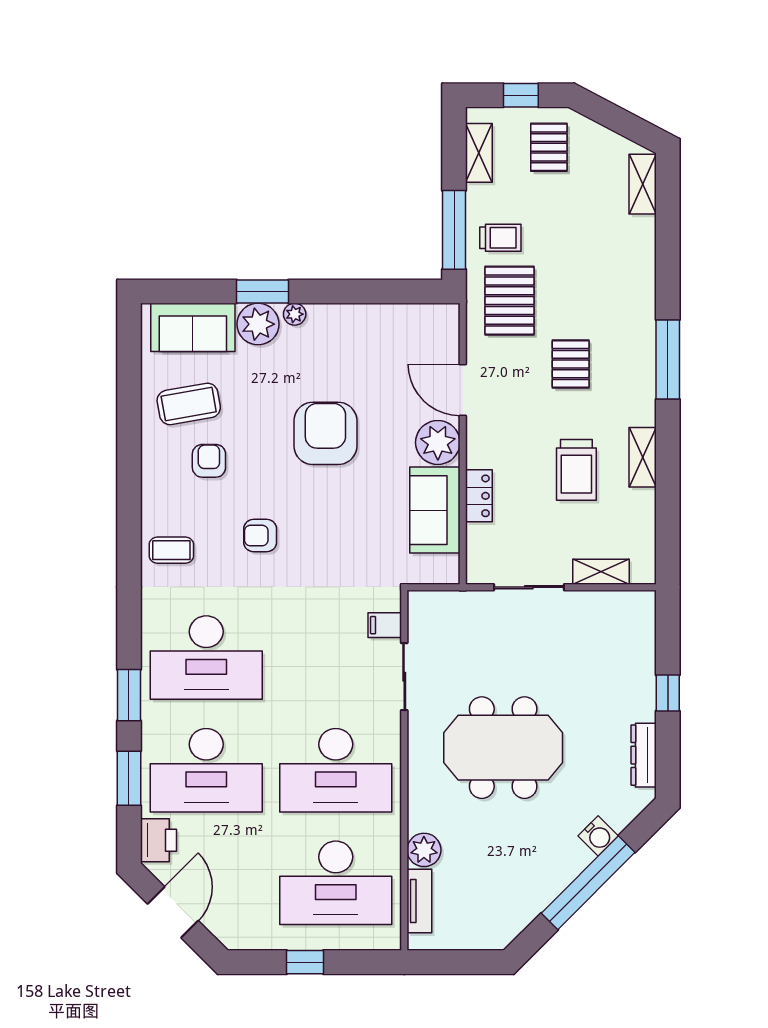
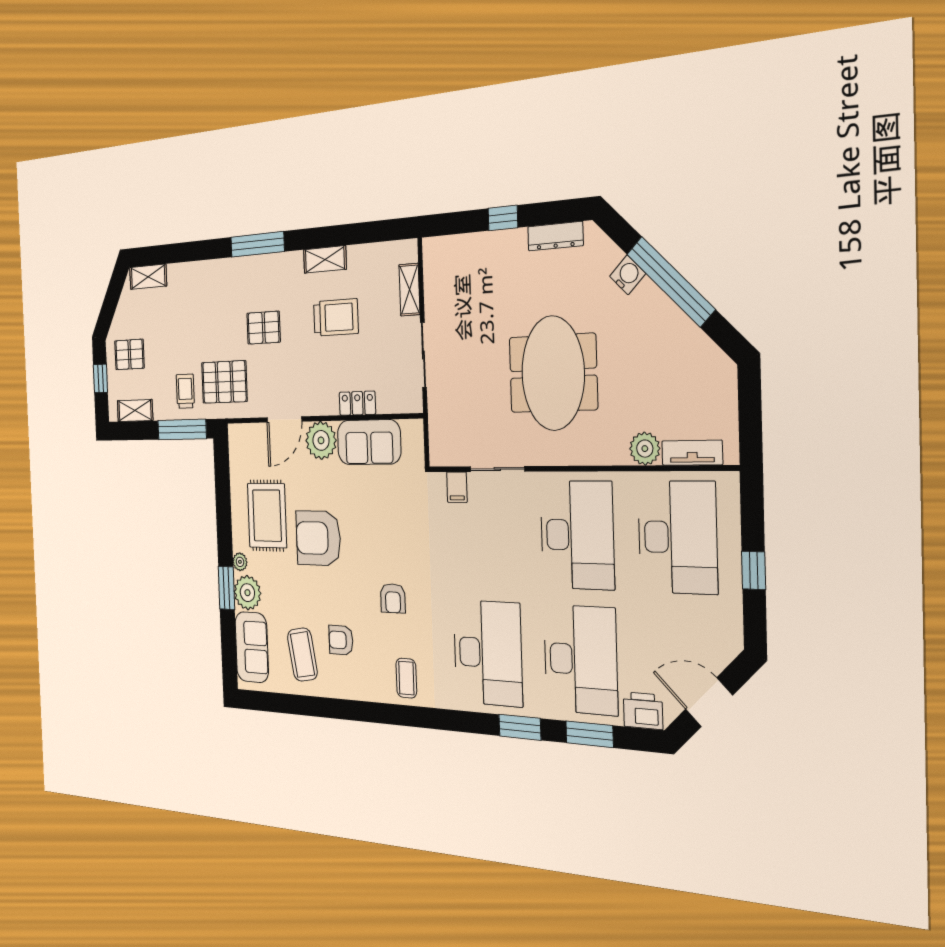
rug: (350, 359) -> (267, 516), added

